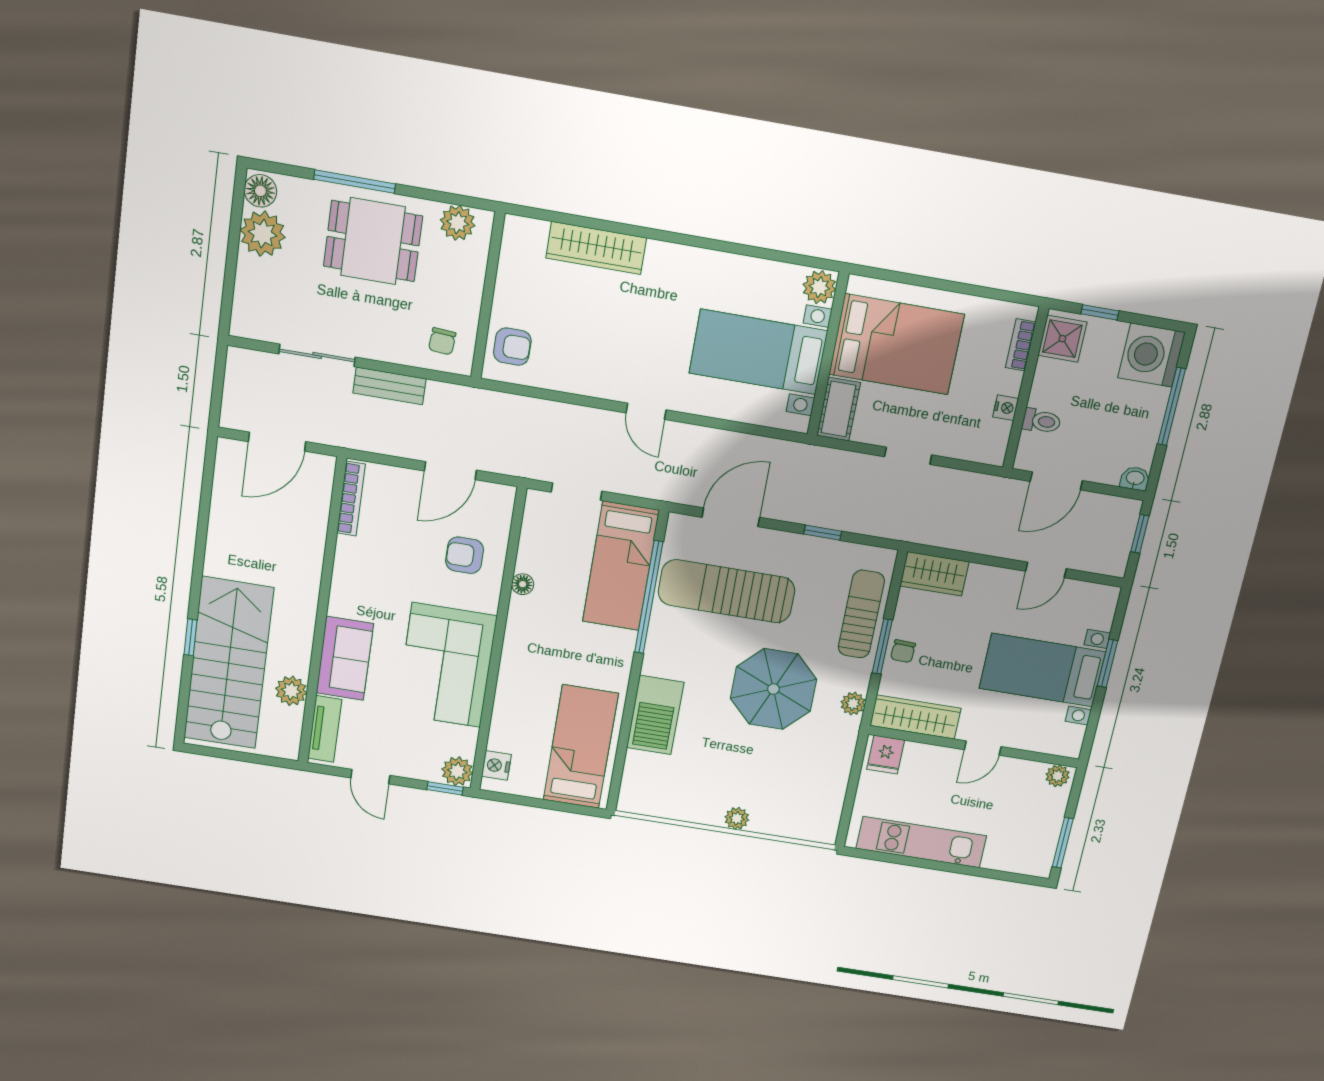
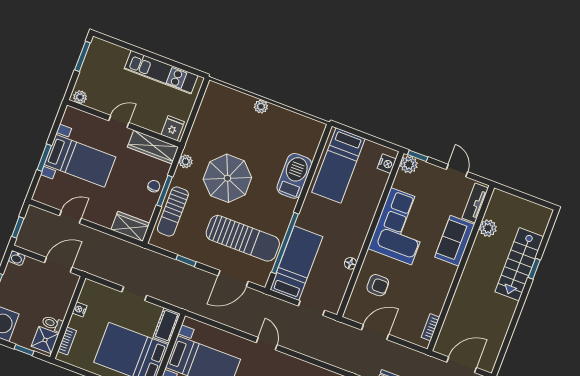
toilet: (1041, 421) -> (52, 323), moved
bookcase: (351, 499) -> (430, 327), width x0.64
stairs: (229, 663) -> (519, 264), width x0.73, depth x0.66

